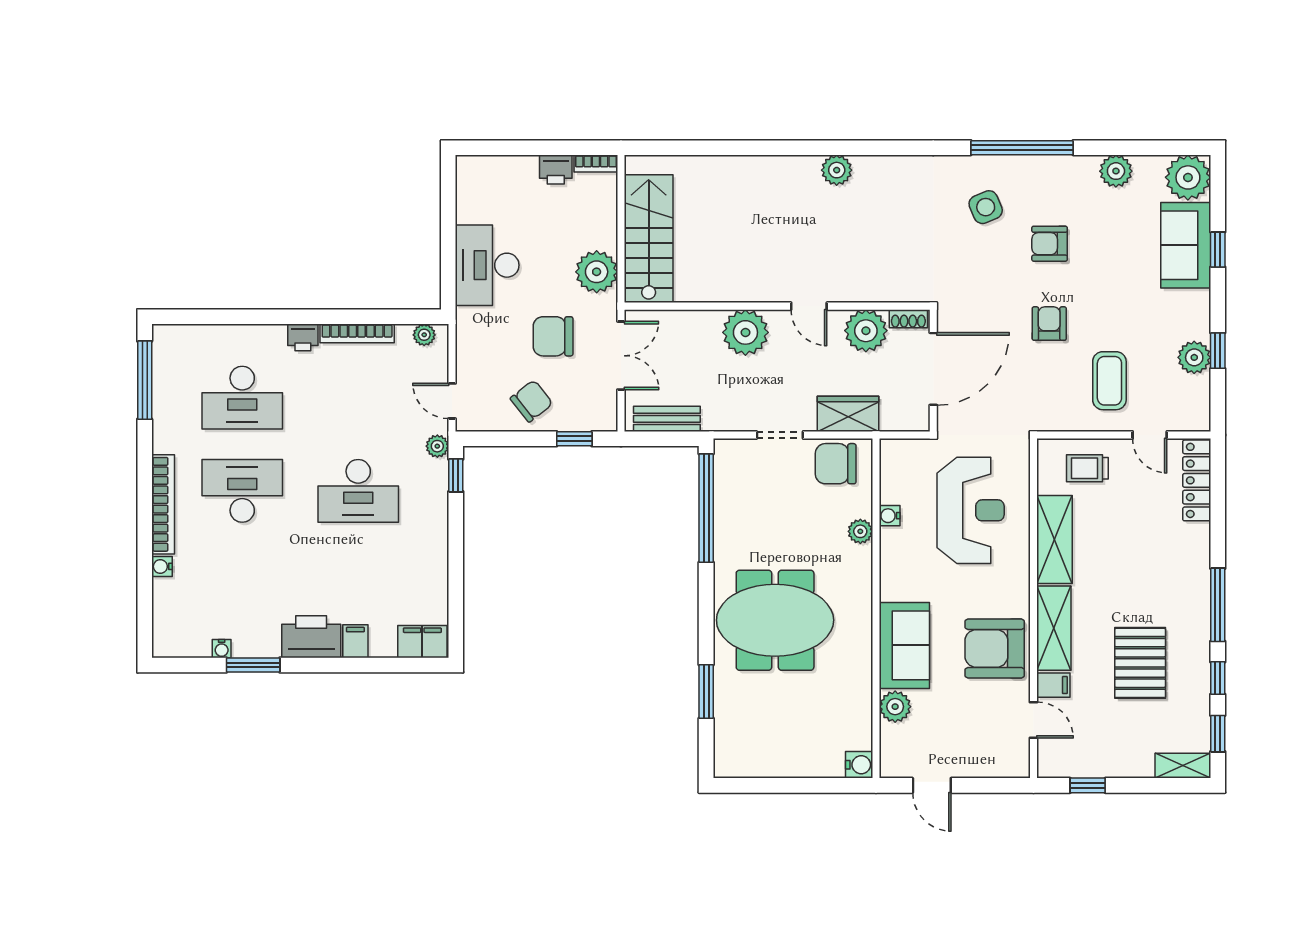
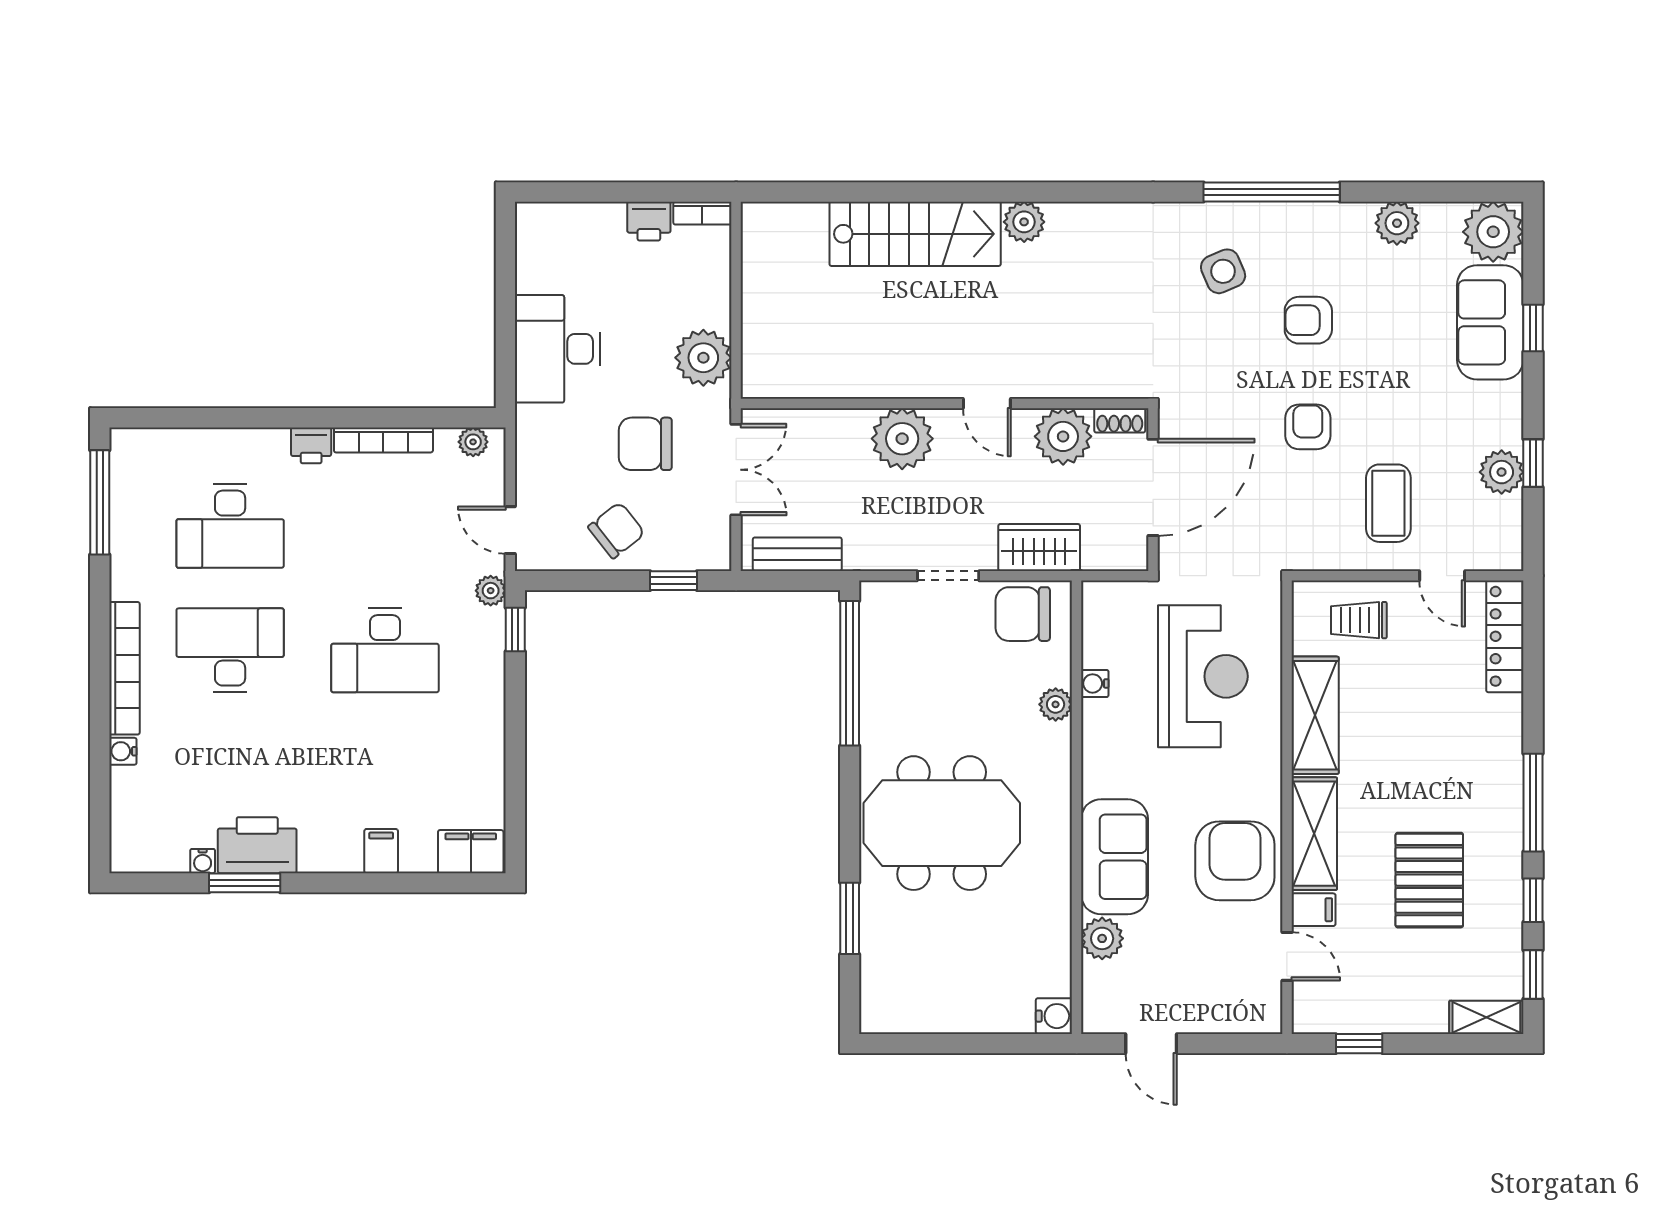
stairs: (649, 239) -> (915, 234), moved, turned 90
printer: (311, 637) -> (257, 845), moved
armchair: (995, 648) -> (1235, 861), turned 90

